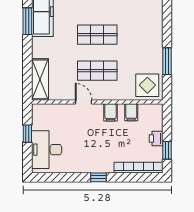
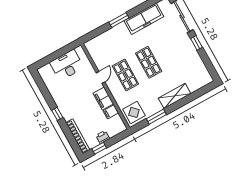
window: (27, 21) -> (119, 20), moved
shelving: (40, 79) -> (175, 96), moved
filing cabinet: (111, 112) -> (103, 99), width x2.00
window: (27, 134) -> (60, 53), removed
desk: (47, 150) -> (67, 65), moved

